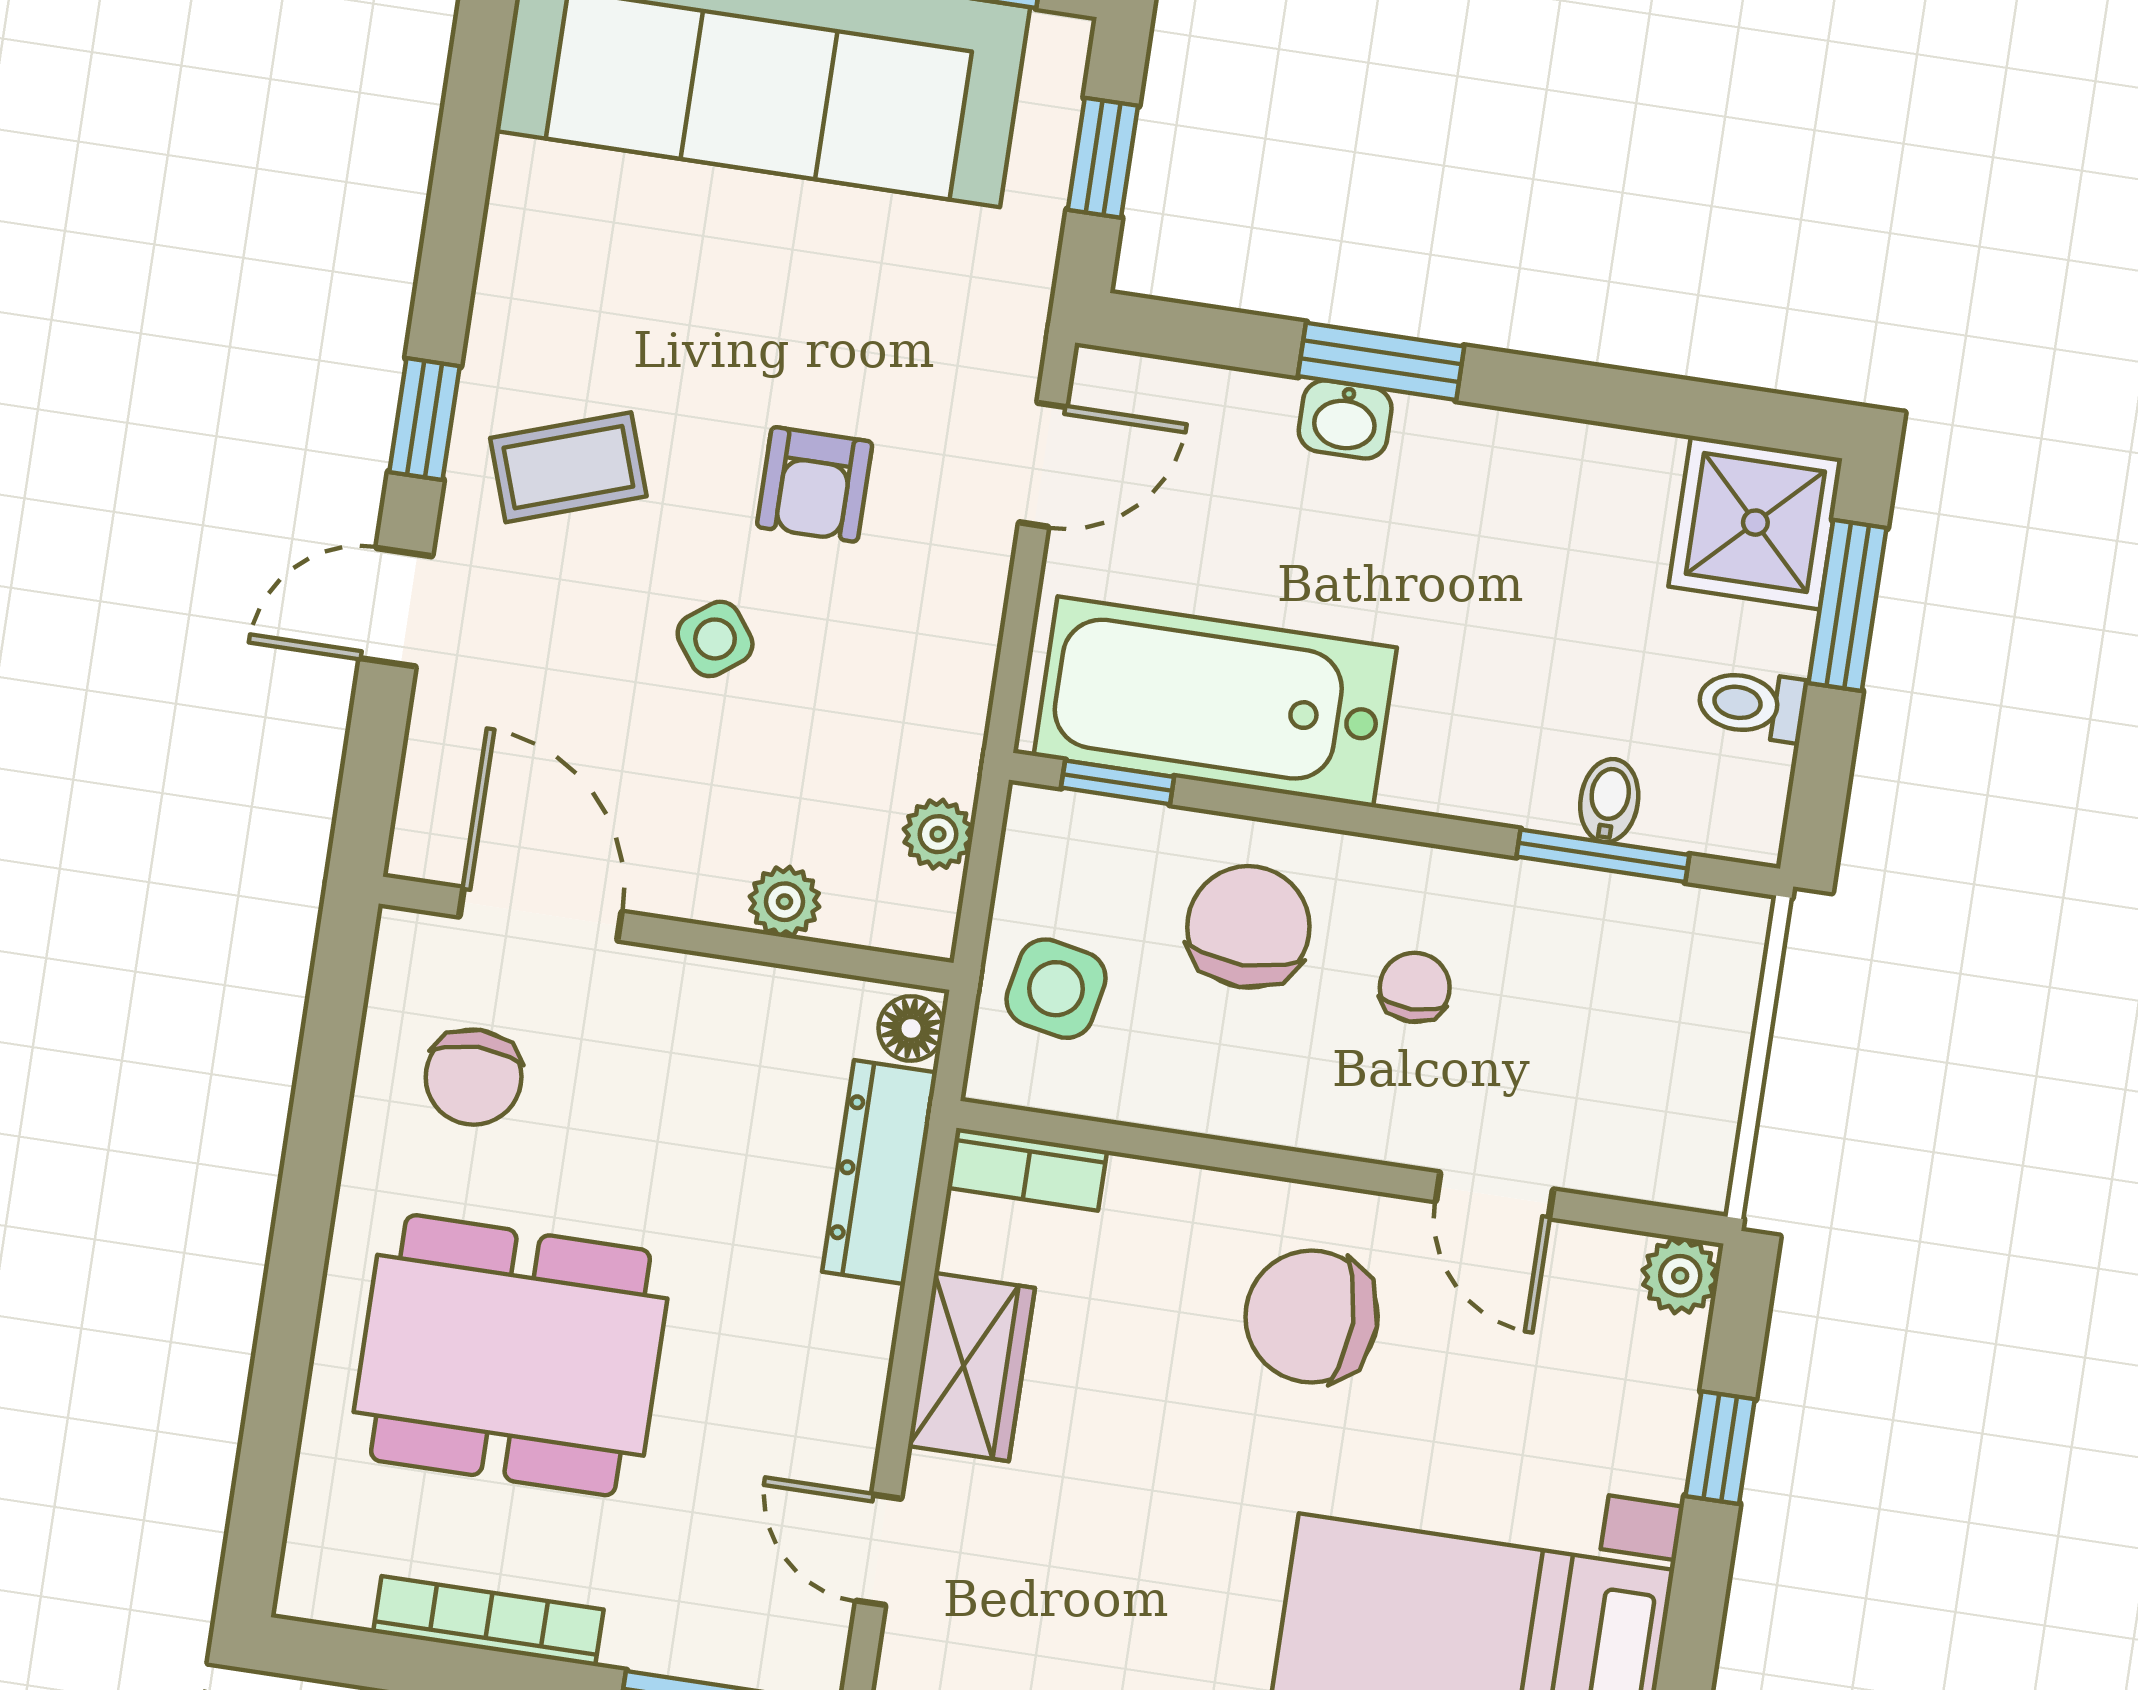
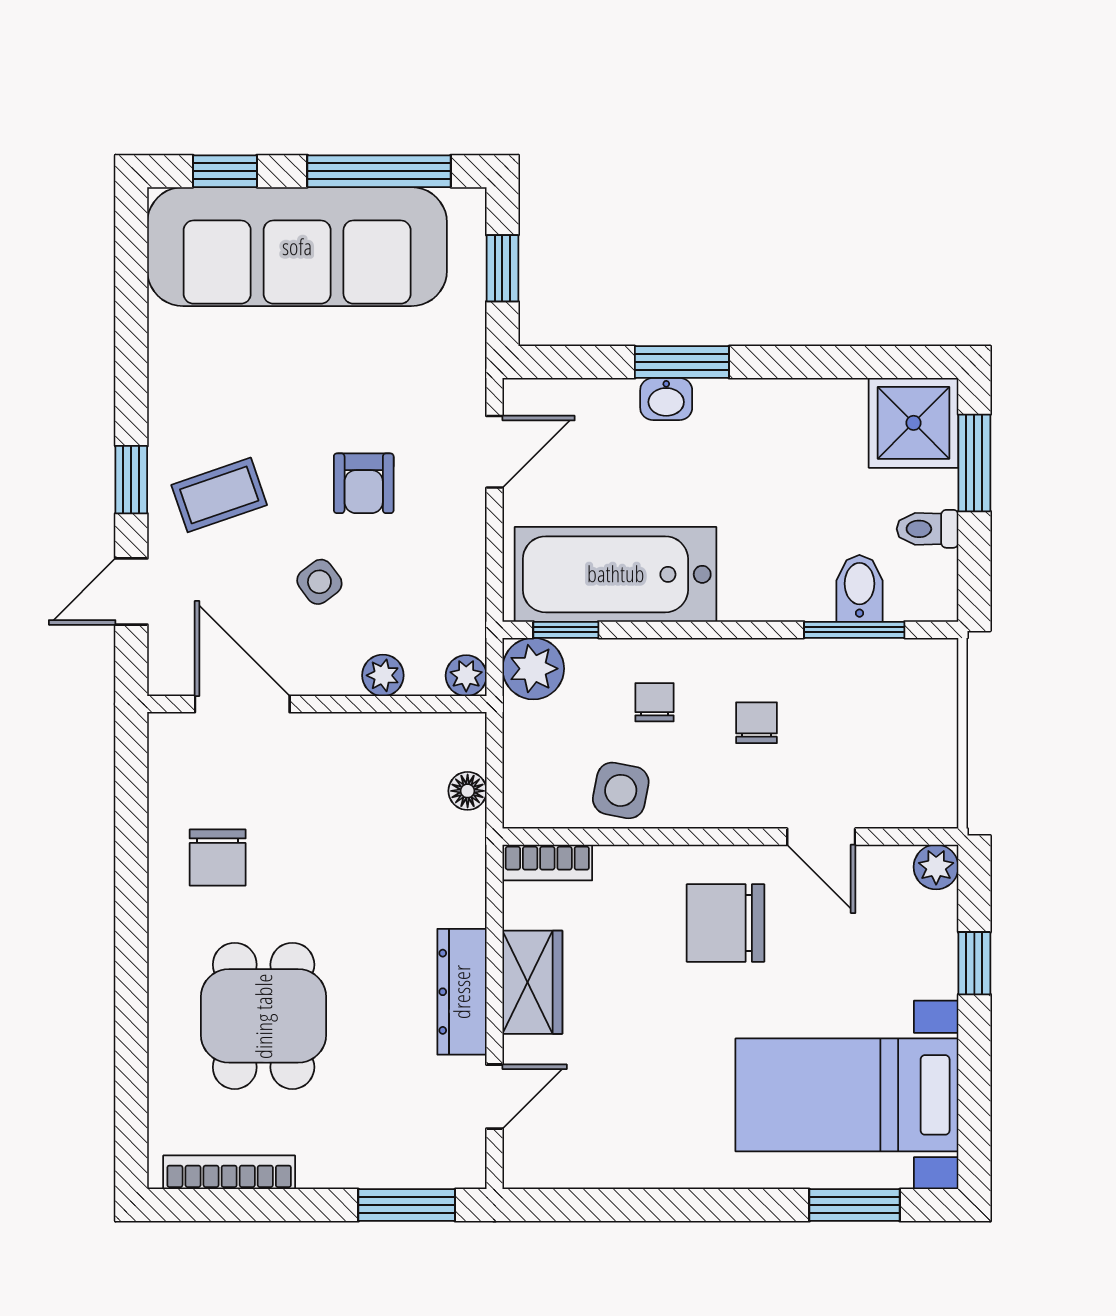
bidet: (1609, 801) -> (859, 588), width x1.38, depth x1.36
plant: (1053, 839) -> (533, 669), added
plant: (785, 902) -> (383, 675), moved
door: (540, 914) -> (242, 704), moved
chair: (1248, 927) -> (655, 702), width x0.54, depth x0.54
wall: (666, 933) -> (317, 704), moved
side table: (1056, 989) -> (621, 790), moved
dresser: (880, 1172) -> (462, 992), moved
dining table: (510, 1355) -> (264, 1016), width x0.73
door: (879, 1550) -> (495, 1097), swing flipped
bookcase: (488, 1621) -> (229, 1172), moved

